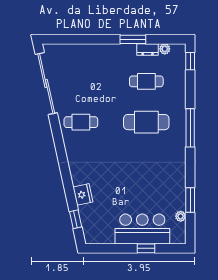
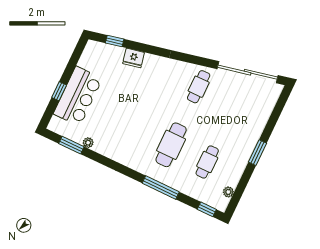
window: (133, 39) -> (257, 153), moved
dresser: (148, 49) -> (235, 177), removed
window: (190, 128) -> (161, 187), moved
window: (190, 200) -> (71, 145), moved
plant: (181, 216) -> (88, 143), moved

